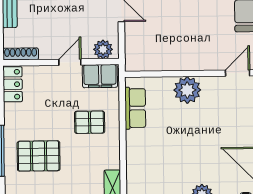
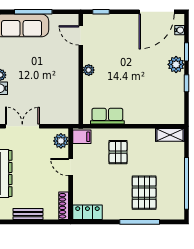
filing cabinet: (100, 76) -> (82, 137), width x0.50
plant: (187, 90) -> (89, 70), width x0.53, depth x0.53

